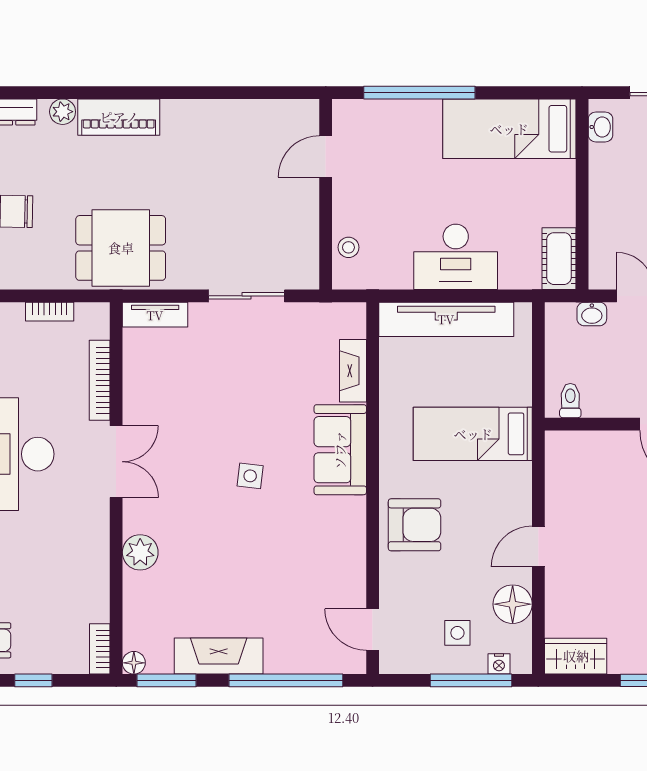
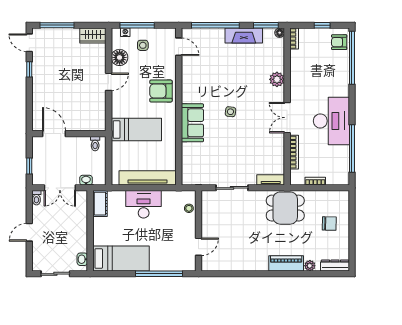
fireplace: (353, 371) -> (187, 156), removed

